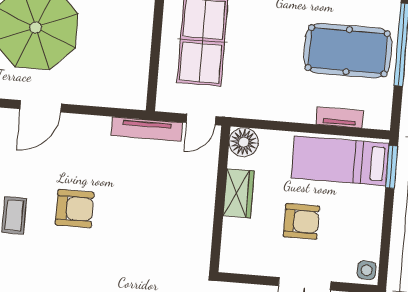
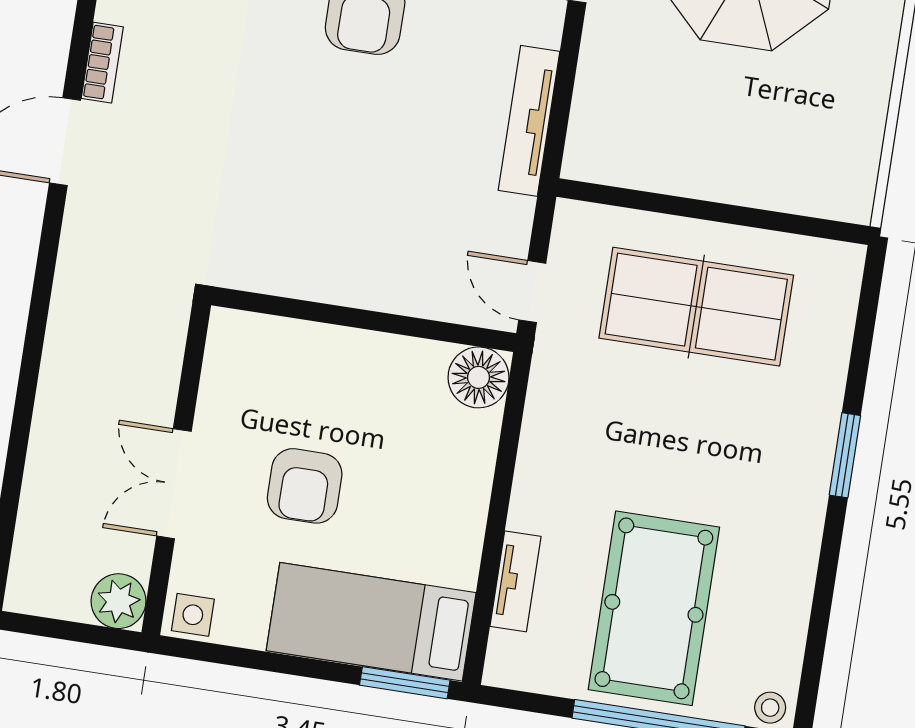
tv unit: (147, 129) -> (529, 121), moved
bed: (340, 161) -> (371, 622), moved, turned -90
wardrobe: (239, 193) -> (373, 359), removed

